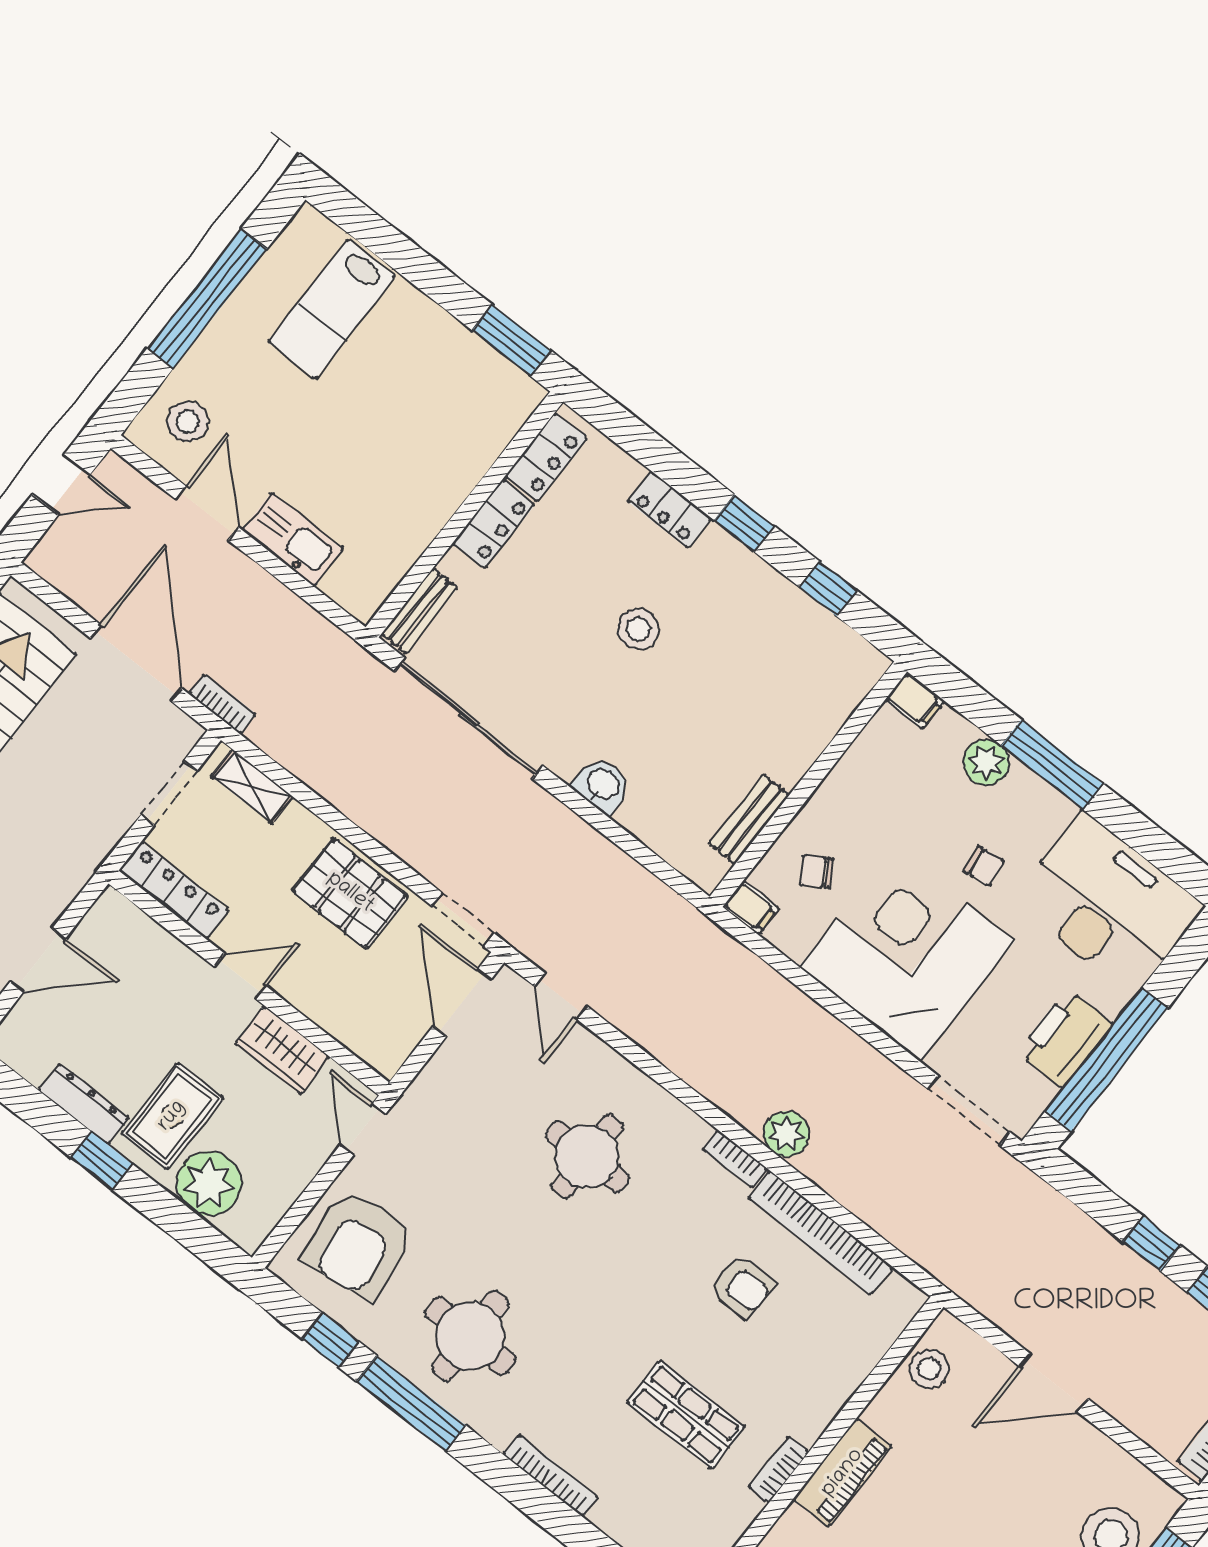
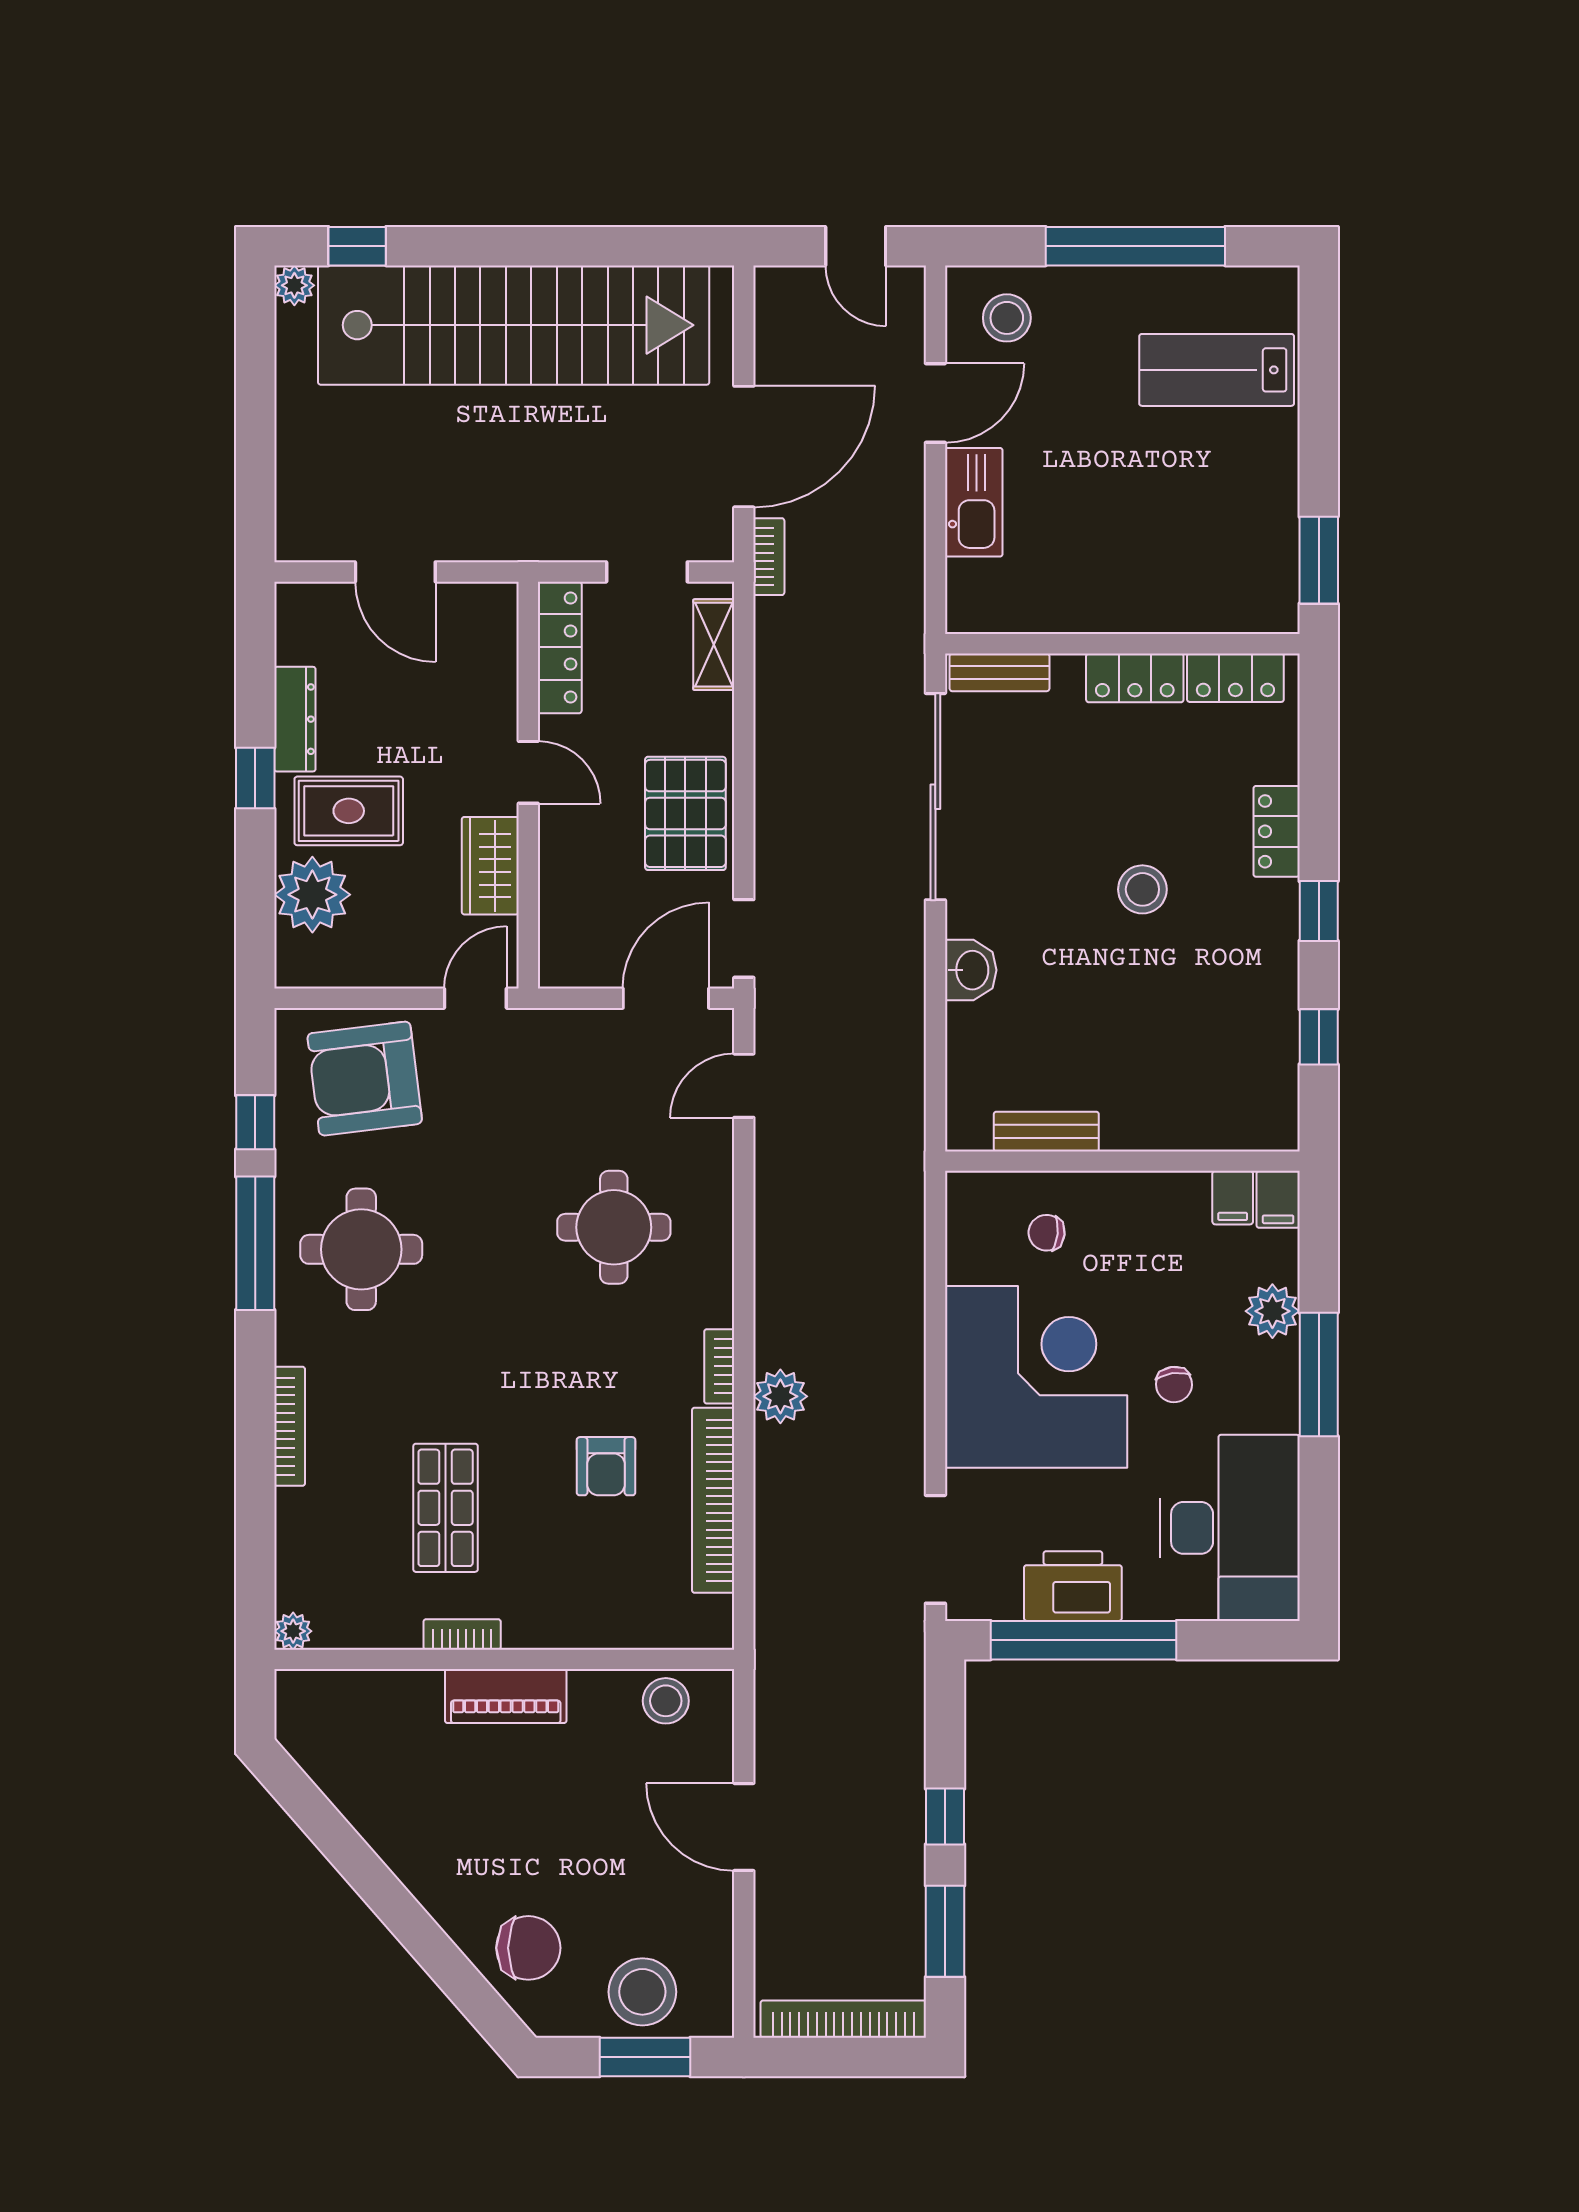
chair: (816, 872) -> (1047, 1233), turned -53
filing cabinet: (751, 908) -> (1233, 1198), moved

